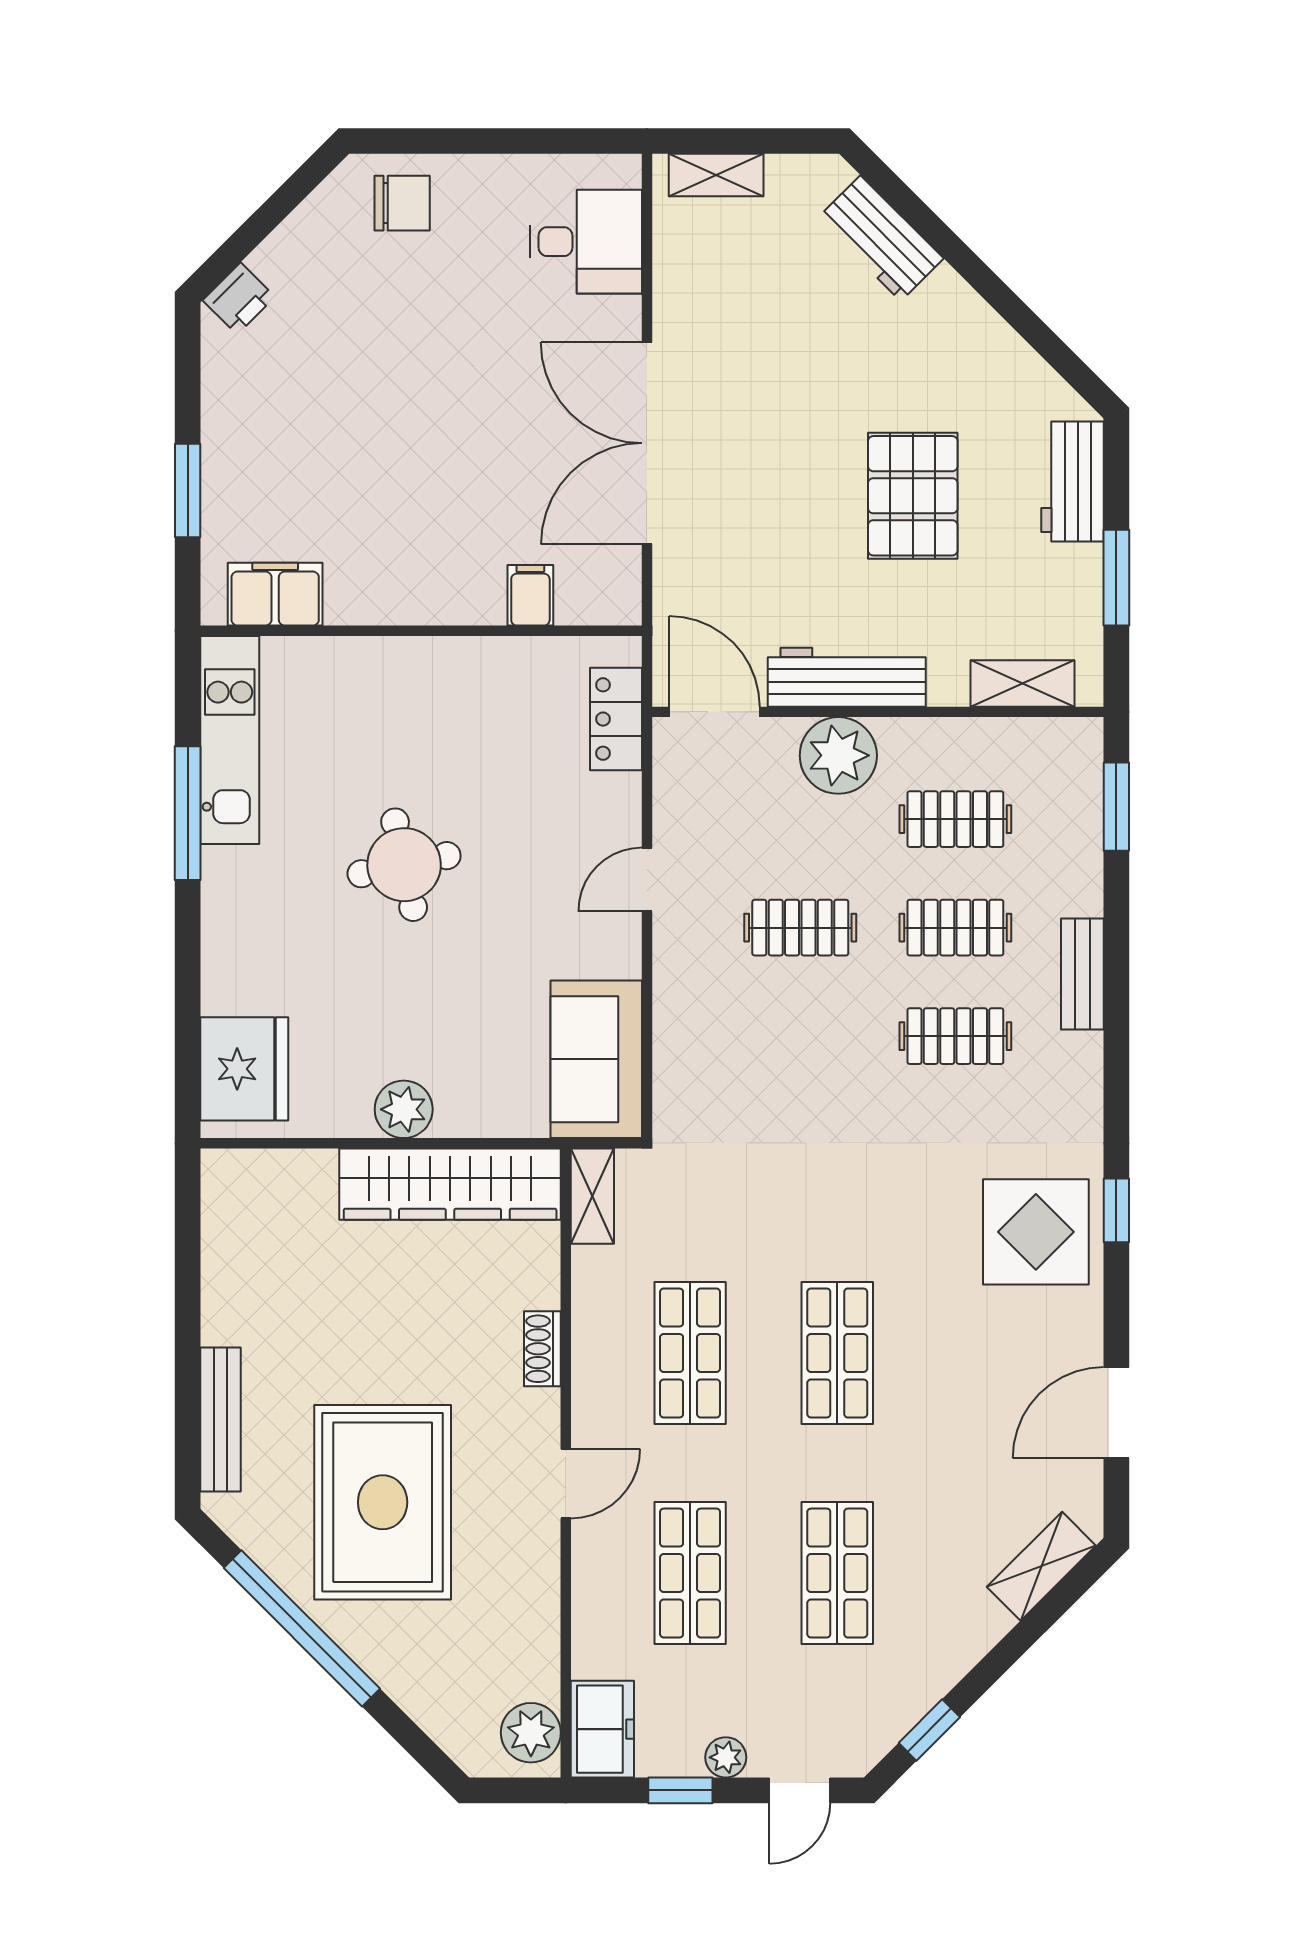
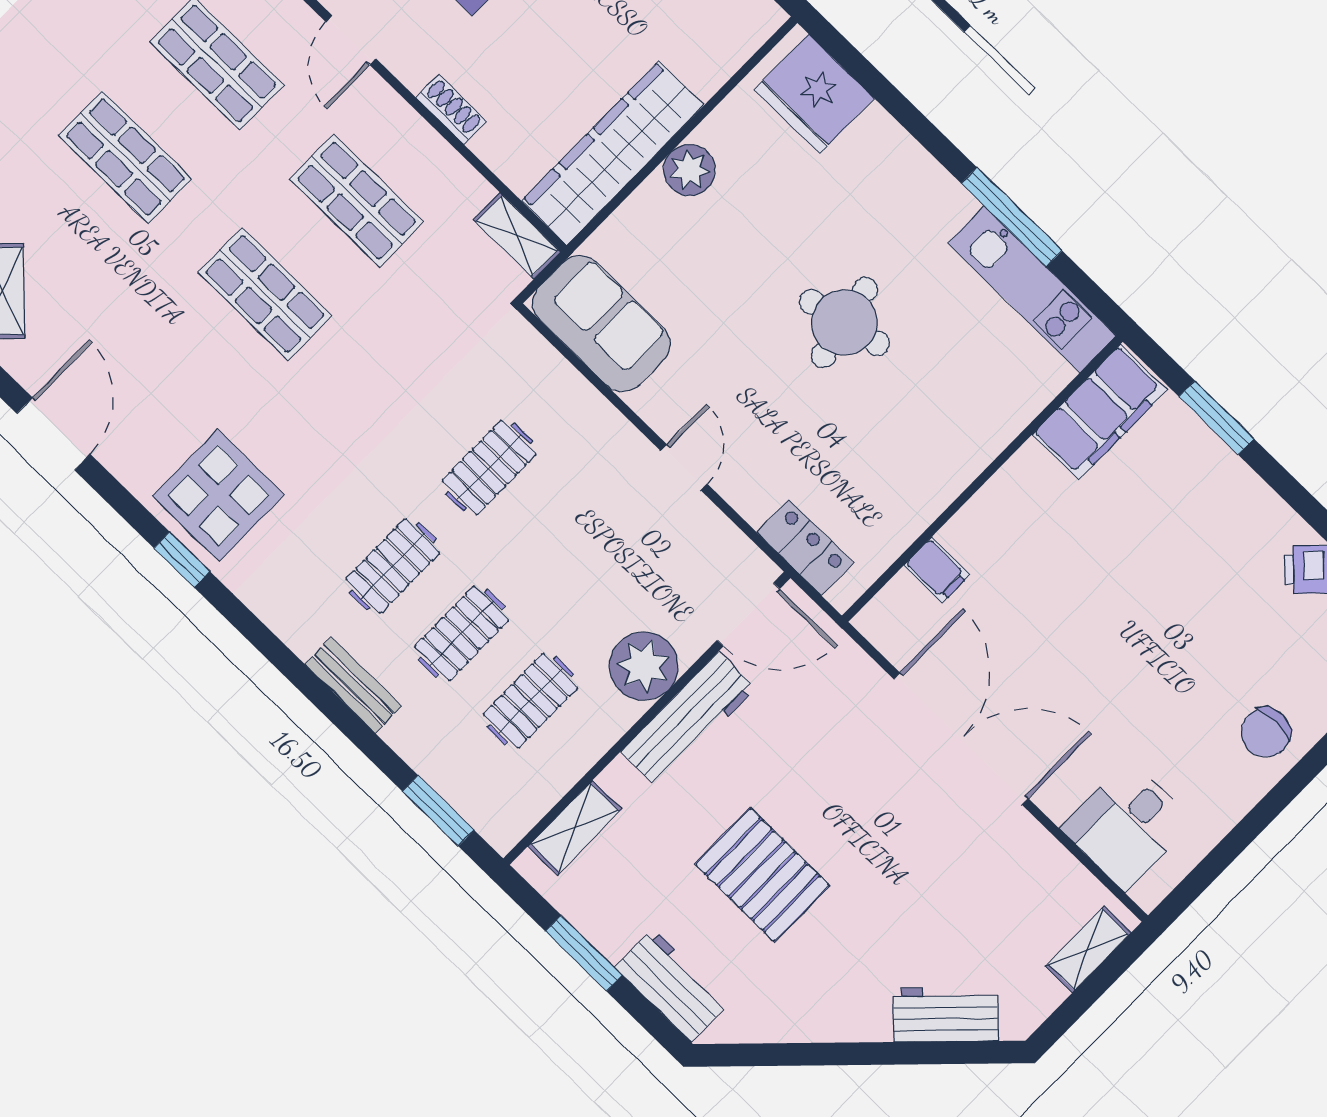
filing cabinet: (275, 594) -> (1100, 412), width x1.50, depth x1.17
clothes rail: (800, 928) -> (489, 467), moved

